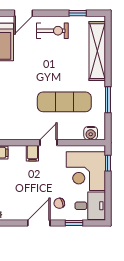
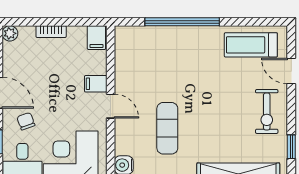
exercise mat: (64, 102) -> (167, 128), width x0.73, depth x0.69

